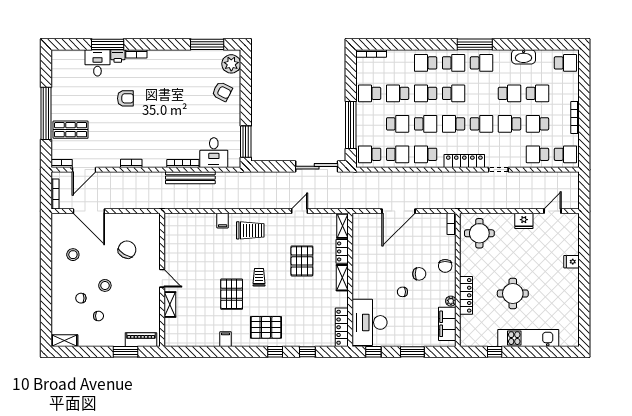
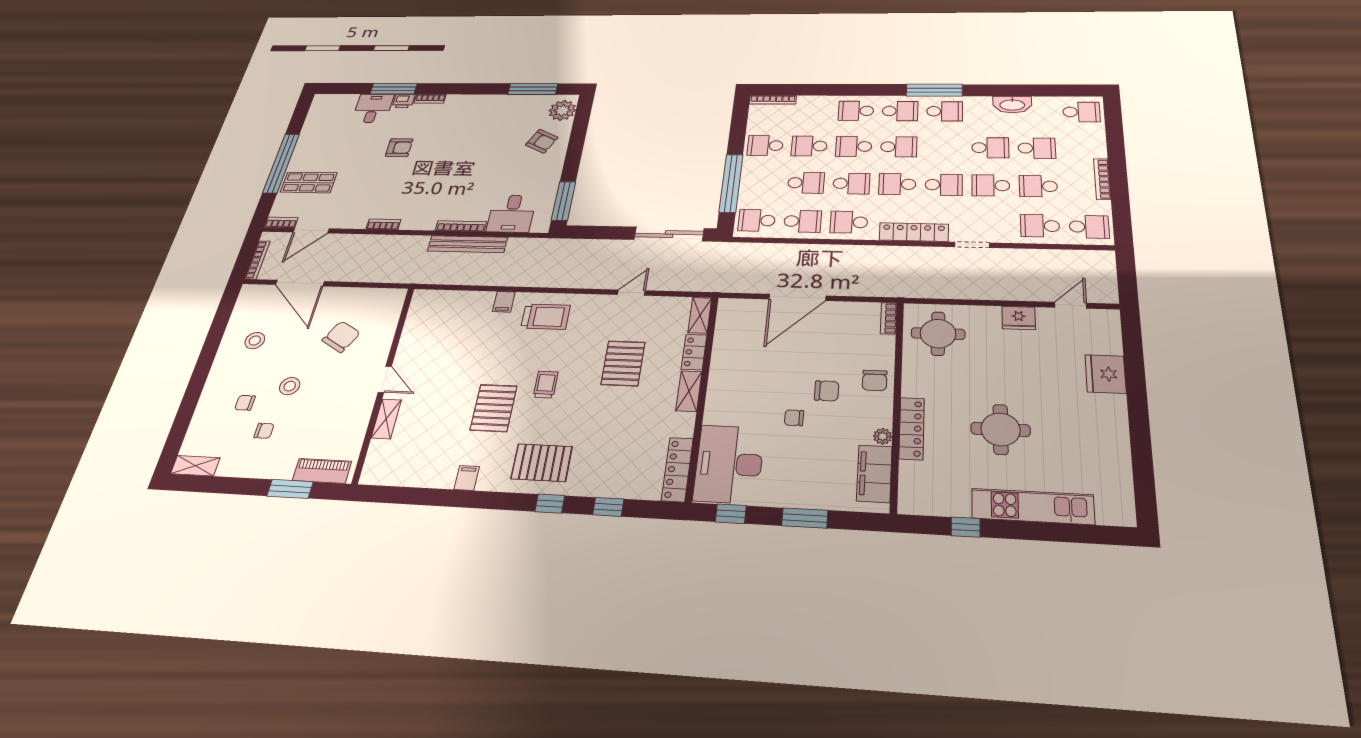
fridge: (571, 262) -> (1106, 374), width x1.88, depth x1.34

